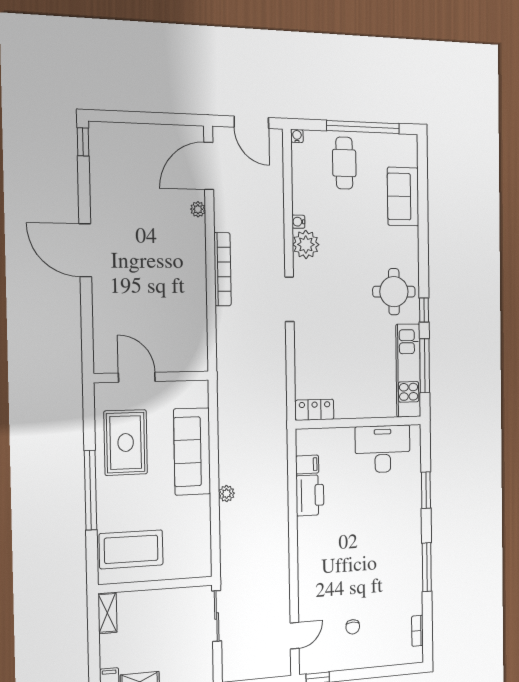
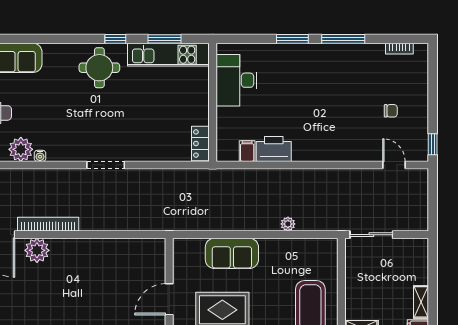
plant: (198, 209) -> (37, 250), width x1.88, depth x1.88
plant: (306, 244) -> (21, 149), moved
bookcase: (223, 269) -> (48, 224), moved
window: (425, 366) -> (164, 39), width x0.69
sofa: (192, 451) -> (232, 253), width x0.73
window: (426, 490) -> (292, 39), moved
plant: (227, 494) -> (288, 224), moved

